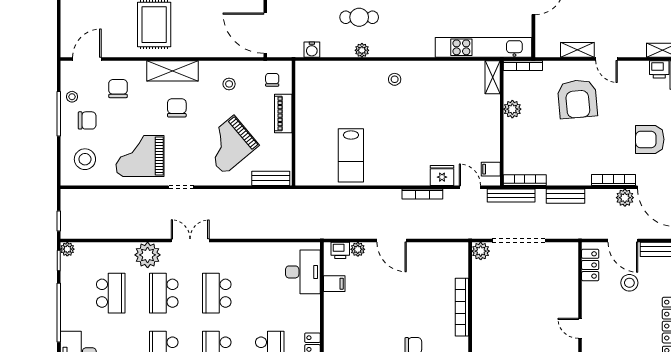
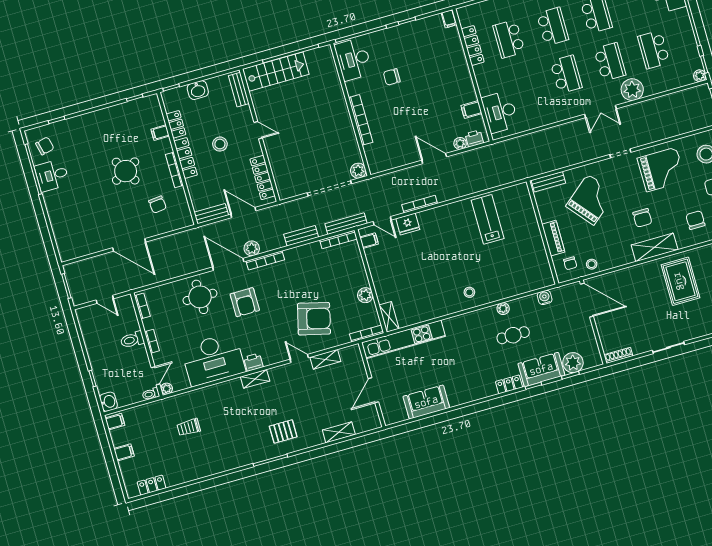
stool: (229, 84) -> (592, 264), moved
chair: (118, 89) -> (695, 220), turned 180
armchair: (577, 99) -> (314, 319), turned 109
armchair: (650, 139) -> (245, 302), turned 90
locker: (590, 265) -> (263, 177), width x1.53
stool: (629, 283) -> (220, 144), moved

